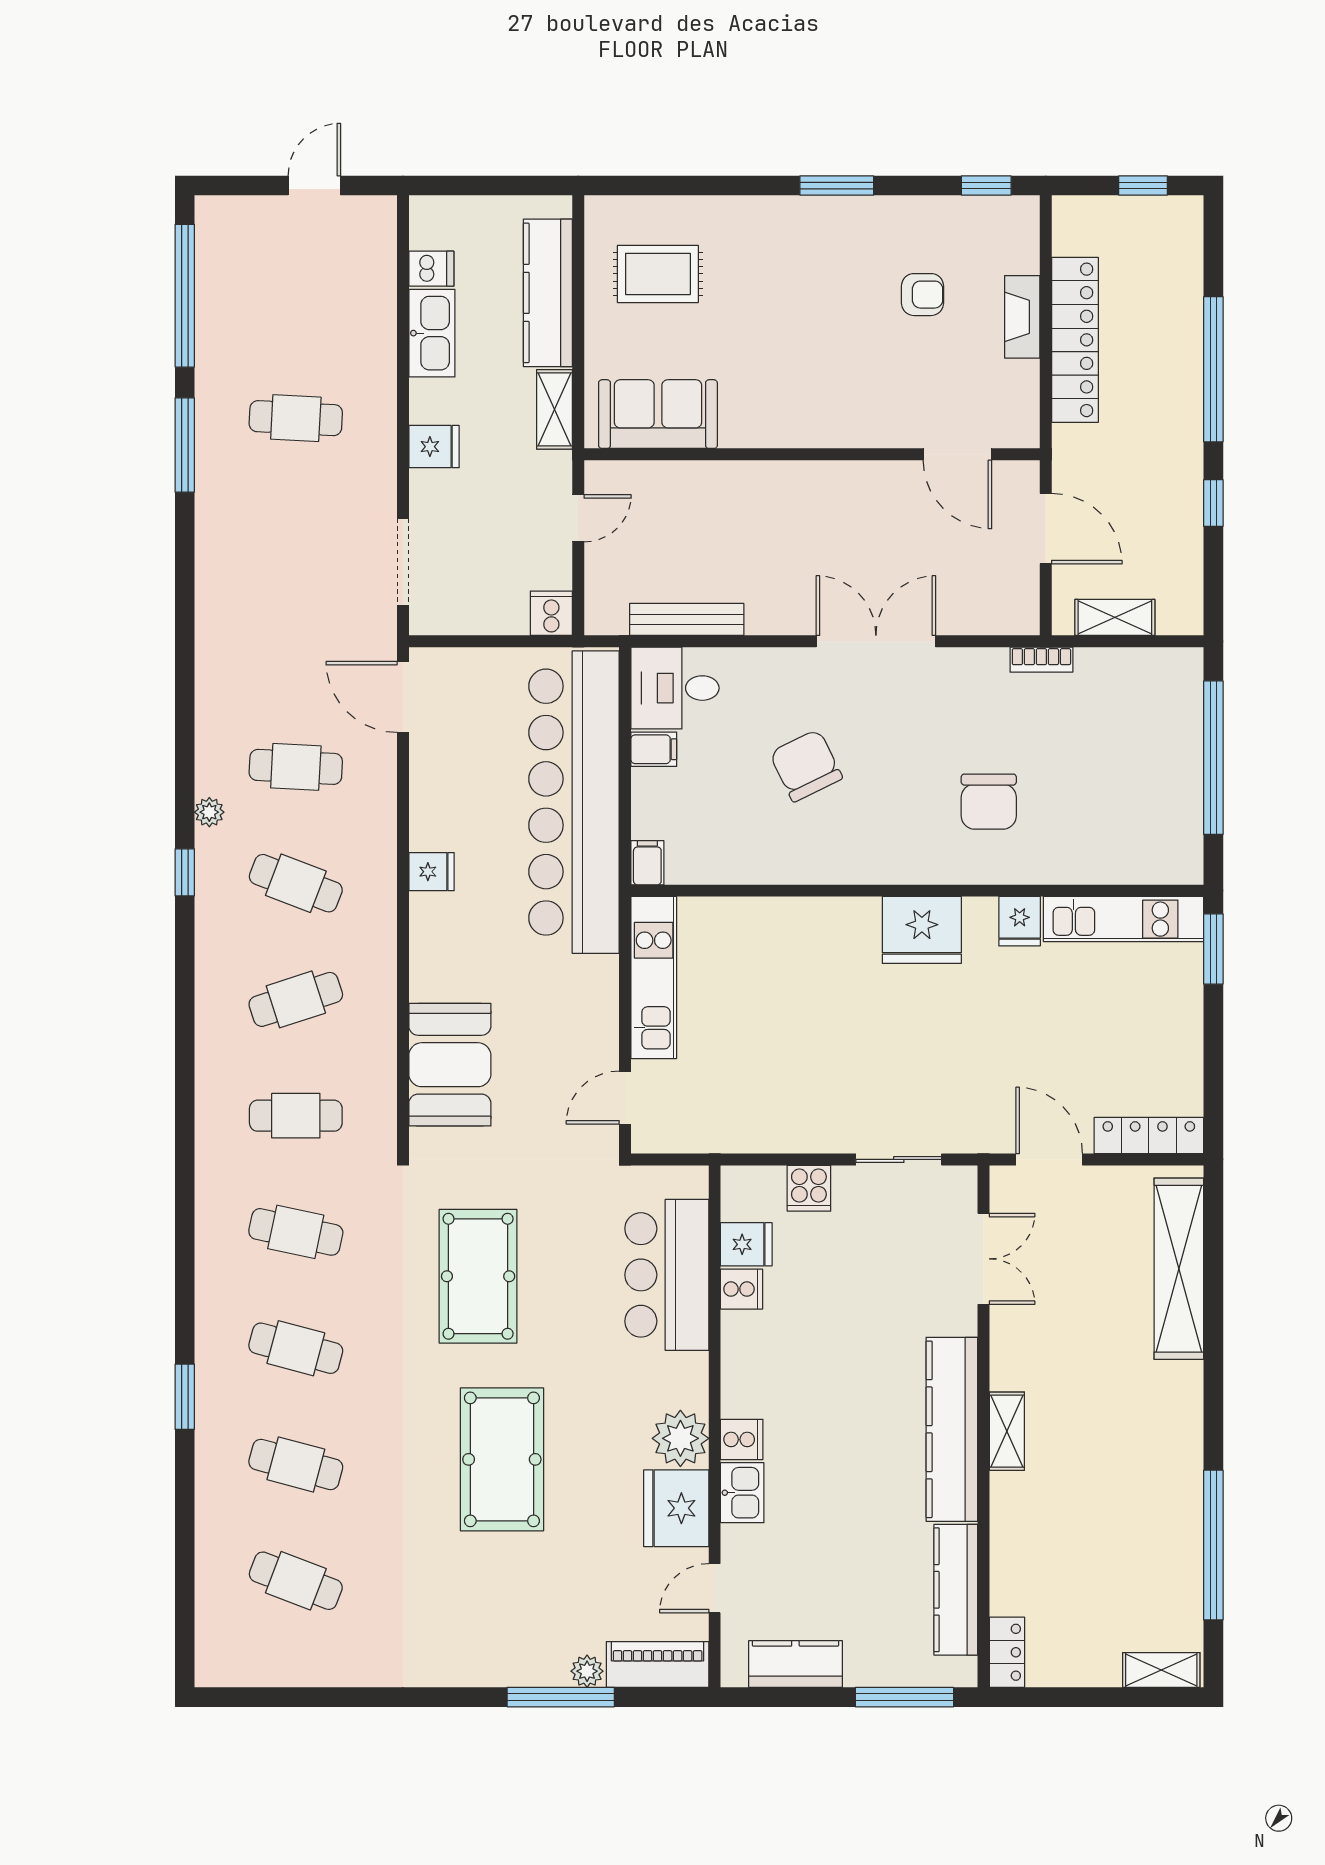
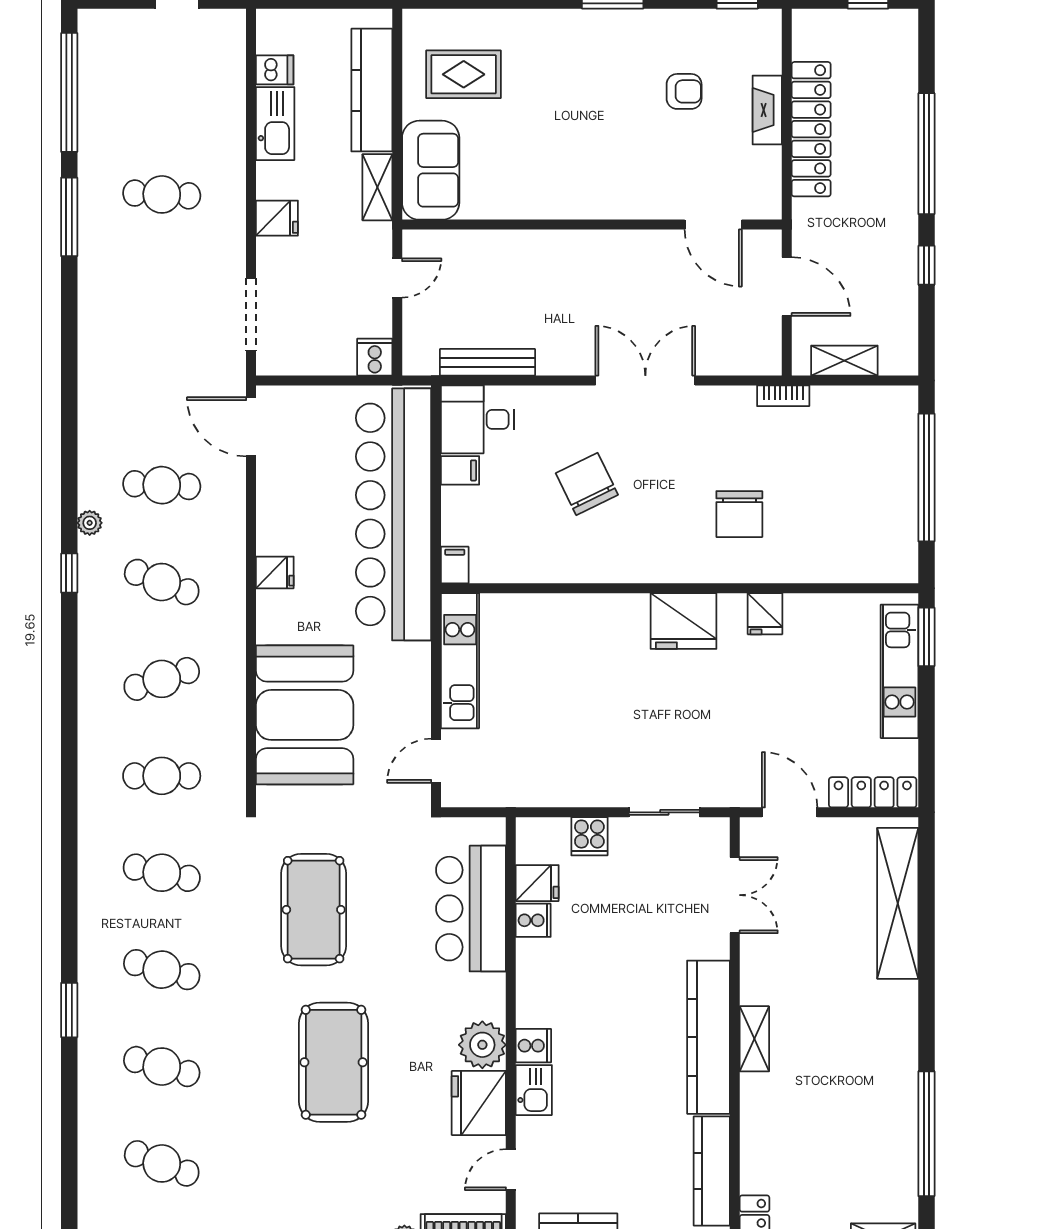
sofa: (658, 414) -> (431, 170), moved, turned 90
kitchen unit: (1123, 919) -> (900, 671), moved, turned 90
booth: (450, 1065) -> (305, 715), width x1.36, depth x1.42

